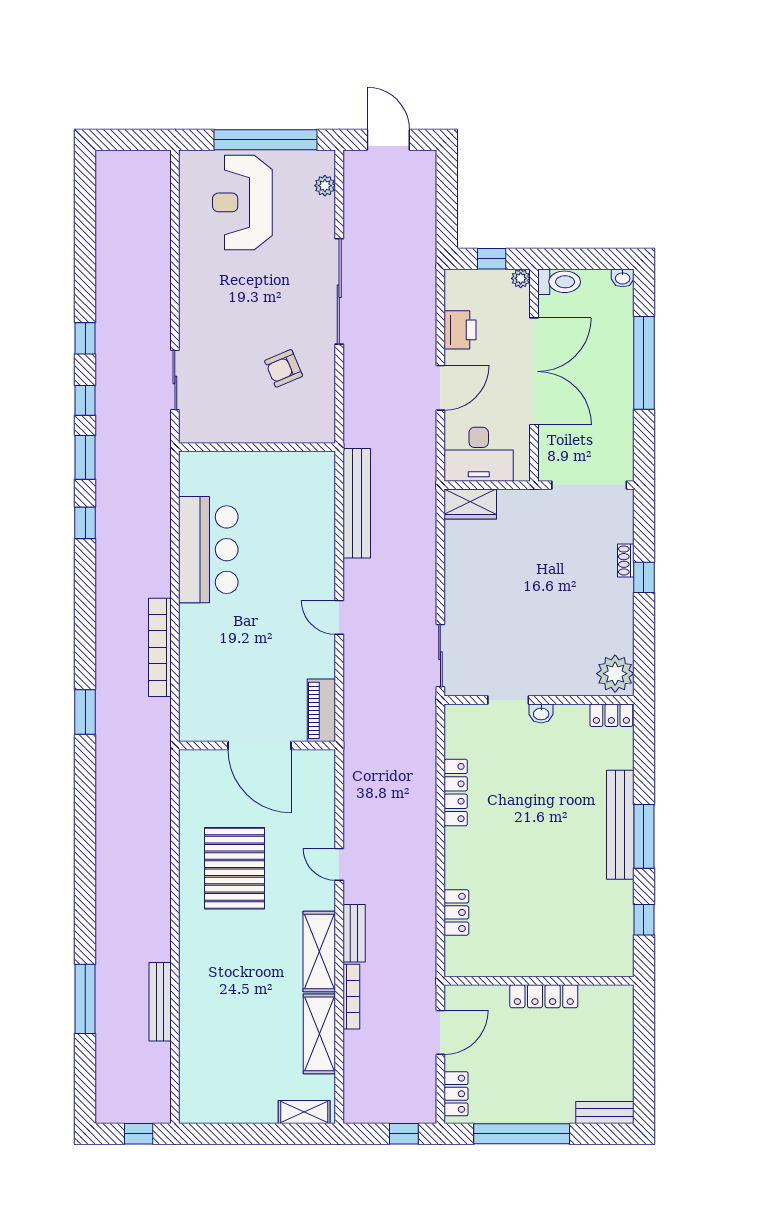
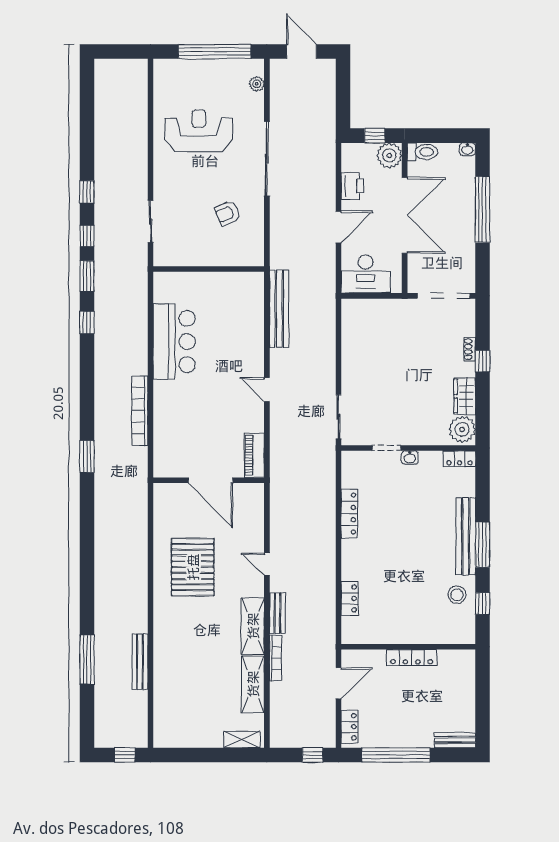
reception desk: (242, 202) -> (199, 131), moved, turned 90
plant: (521, 278) -> (389, 155), width x1.88, depth x1.88
wardrobe: (470, 504) -> (465, 396), moved, turned 90
stool: (608, 907) -> (457, 595), added

